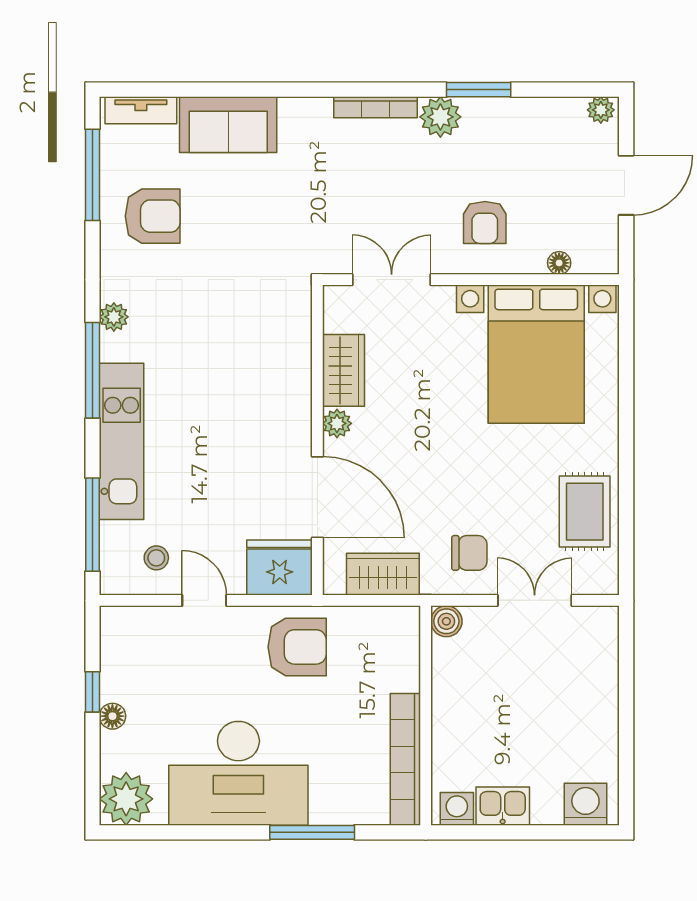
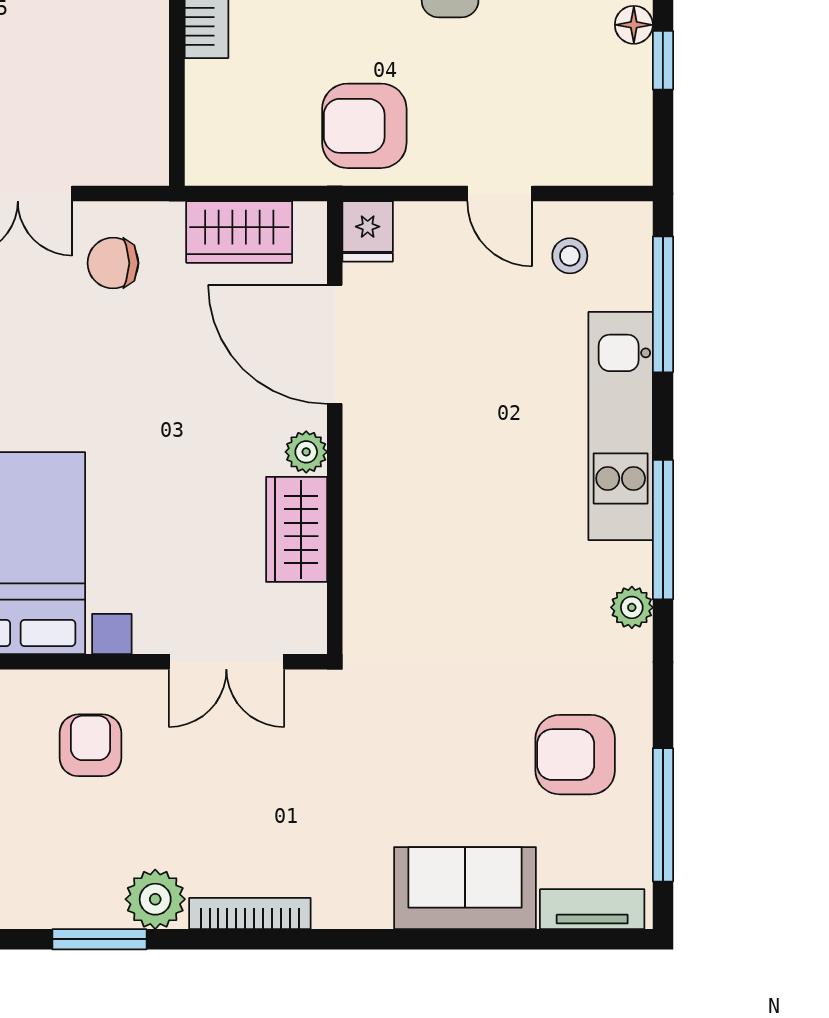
fridge: (280, 568) -> (368, 231), width x0.53, depth x0.75
boiler: (446, 621) -> (147, 163), removed

